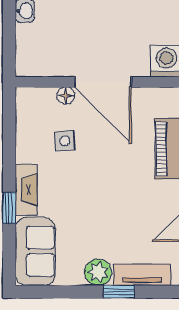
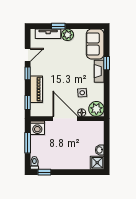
plant: (32, 104) -> (96, 109), added

